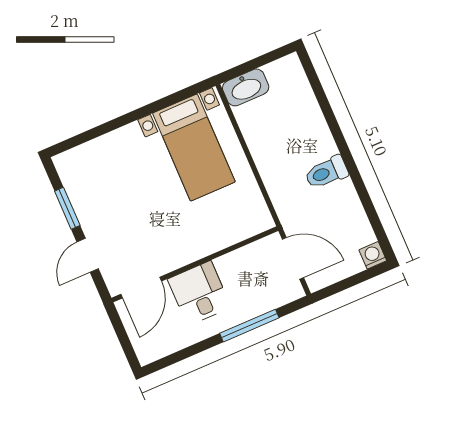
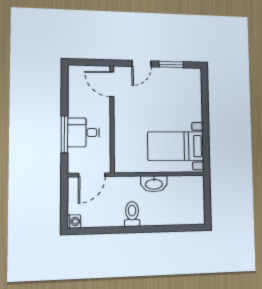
washbasin: (246, 87) -> (154, 184), moved, turned -90
door: (88, 255) -> (142, 64), swing flipped
desk: (199, 293) -> (83, 132), moved, turned 180

